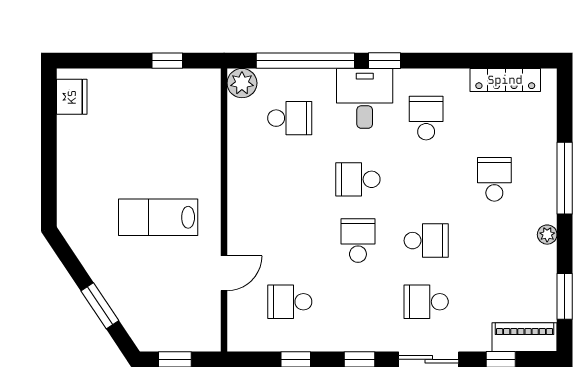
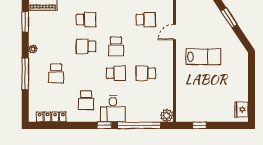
school desk: (290, 118) -> (146, 73), moved

